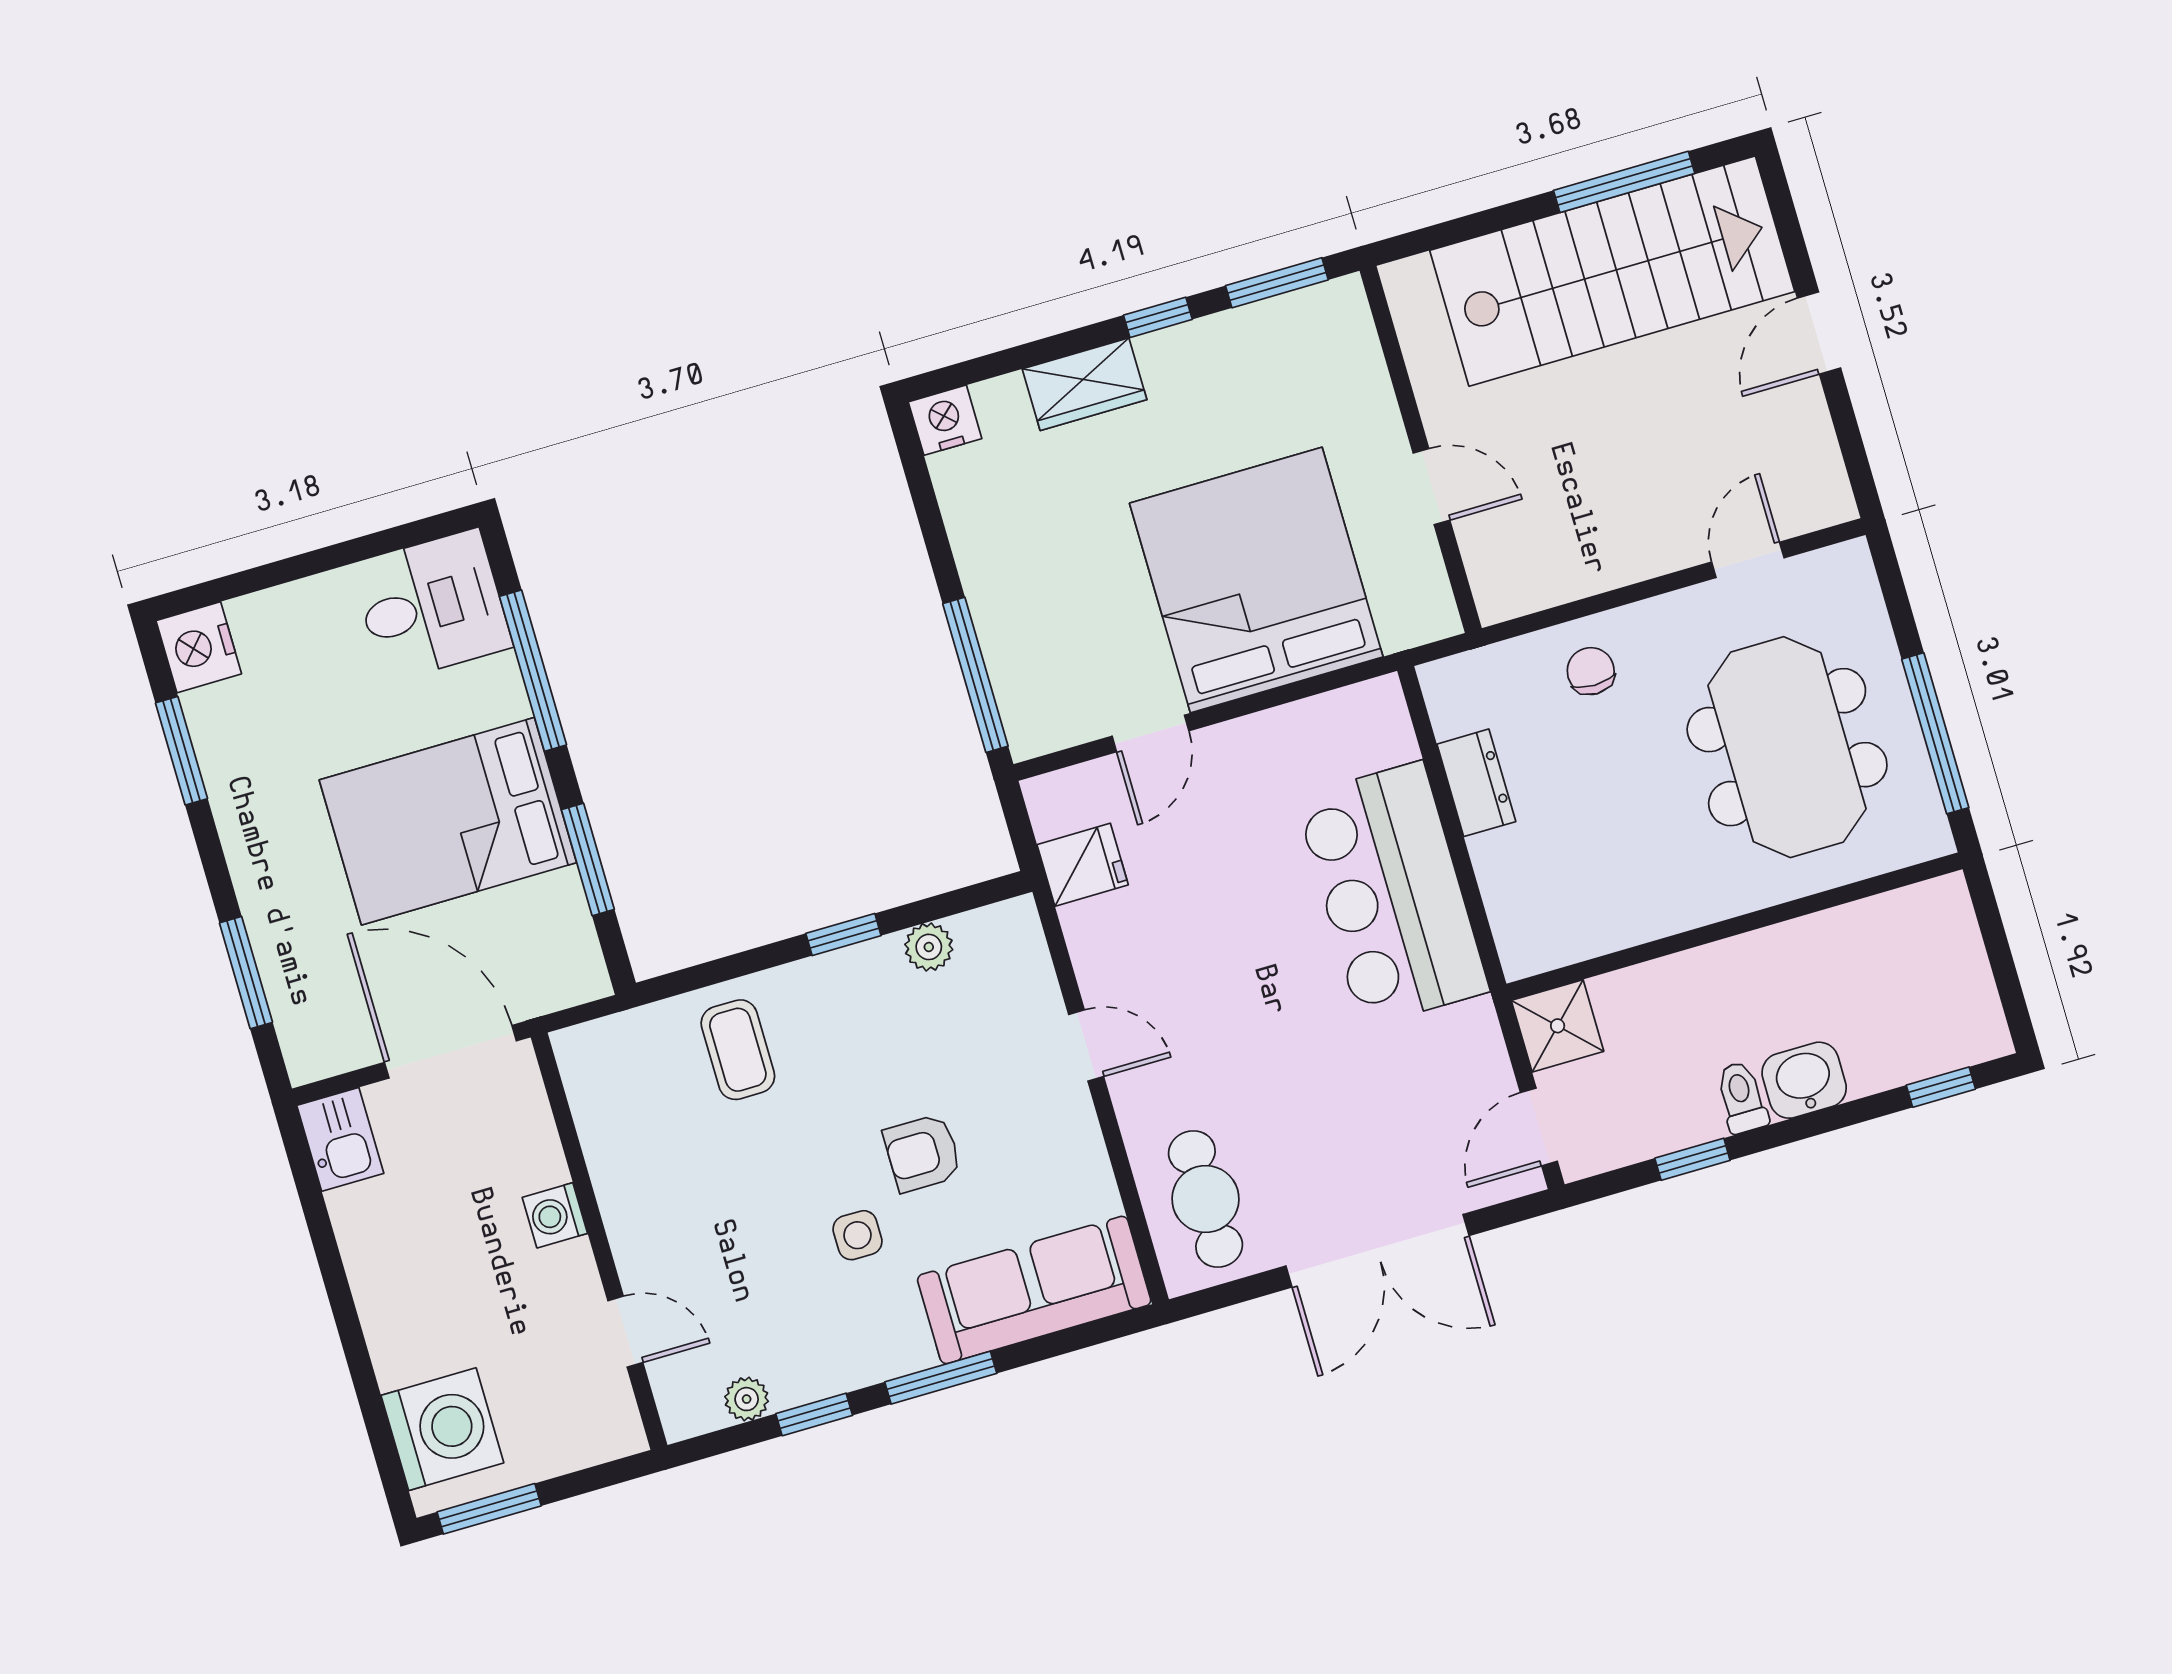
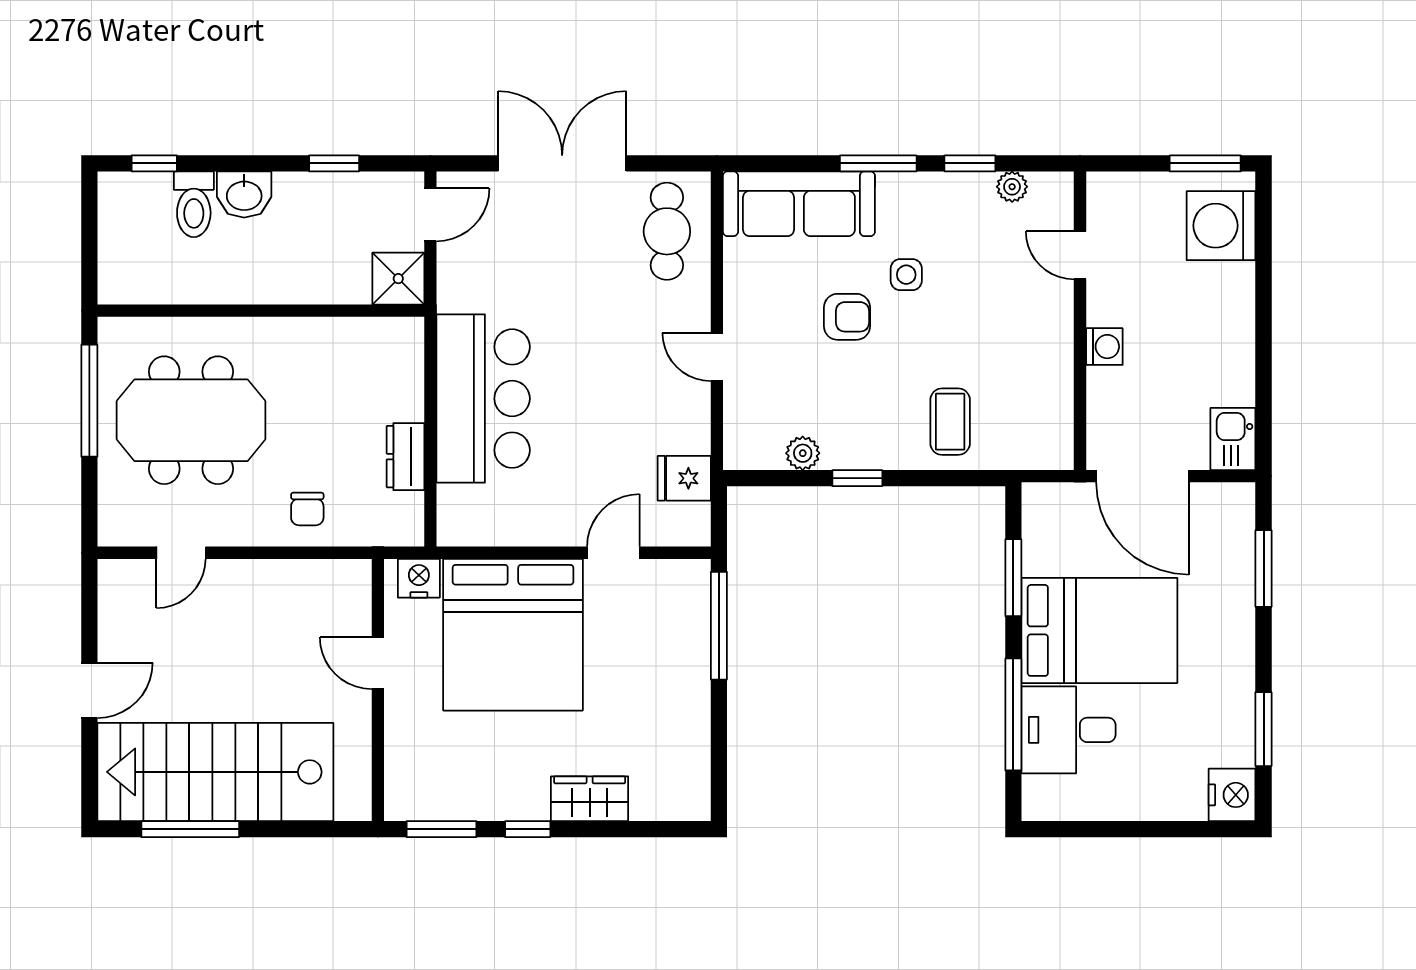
nightstand: (945, 420) -> (419, 578), moved, turned 180
desk: (432, 606) -> (1068, 730), moved
meeting table: (1787, 747) -> (191, 420), turned 90
toilet: (1742, 1097) -> (194, 204), moved, width x1.37, depth x1.39

